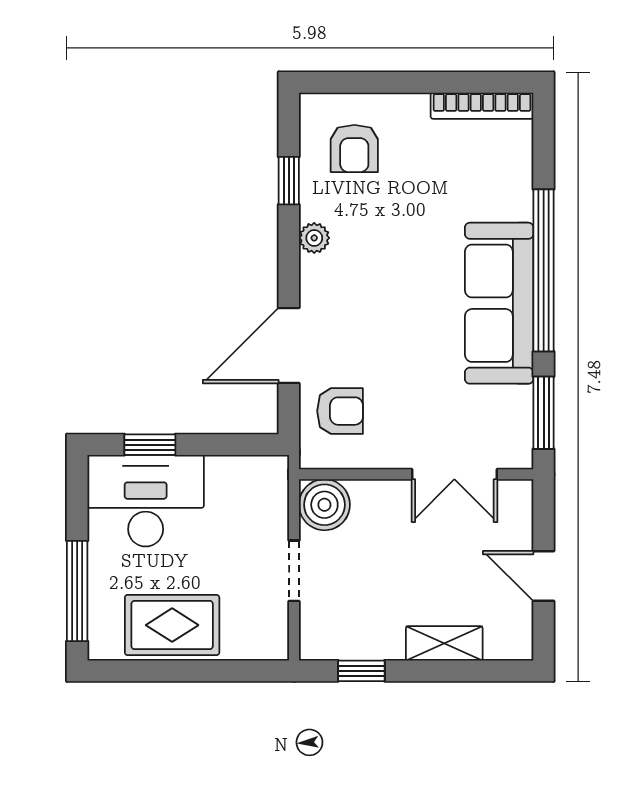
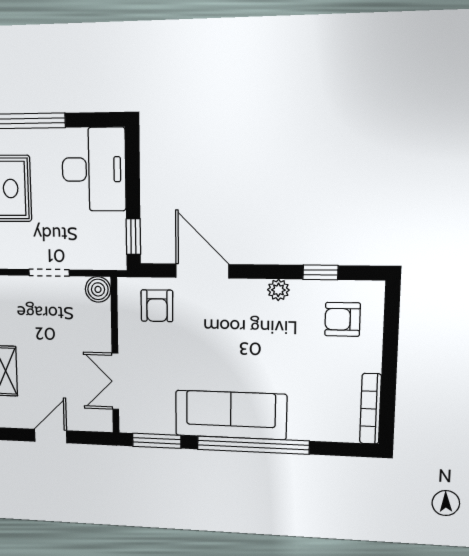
window: (150, 445) -> (133, 237), moved
boiler: (324, 505) -> (98, 289), width x0.73, depth x0.73

